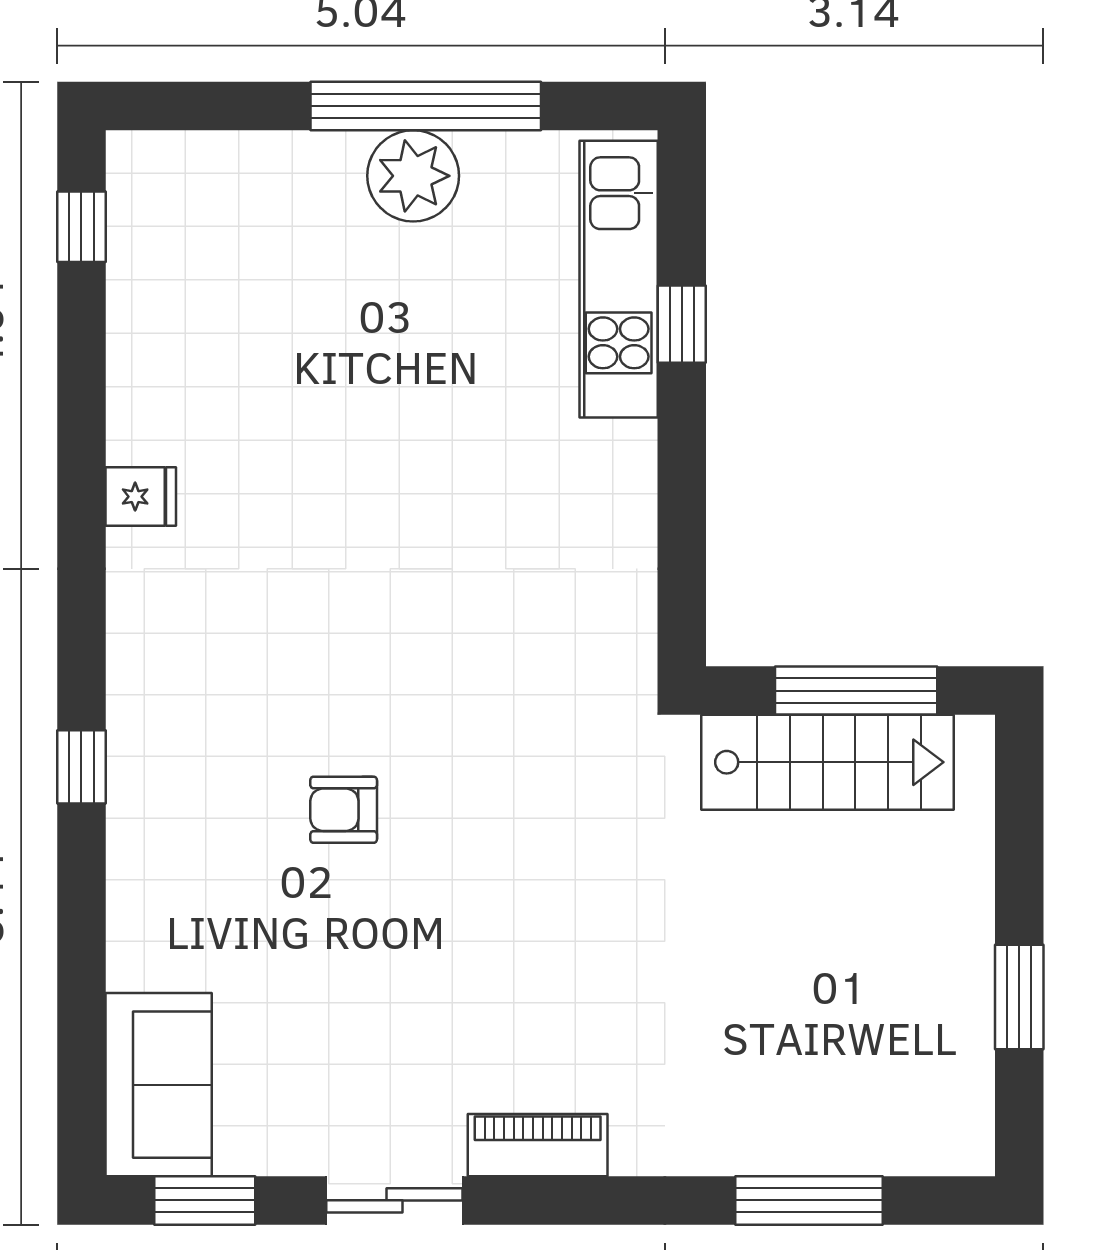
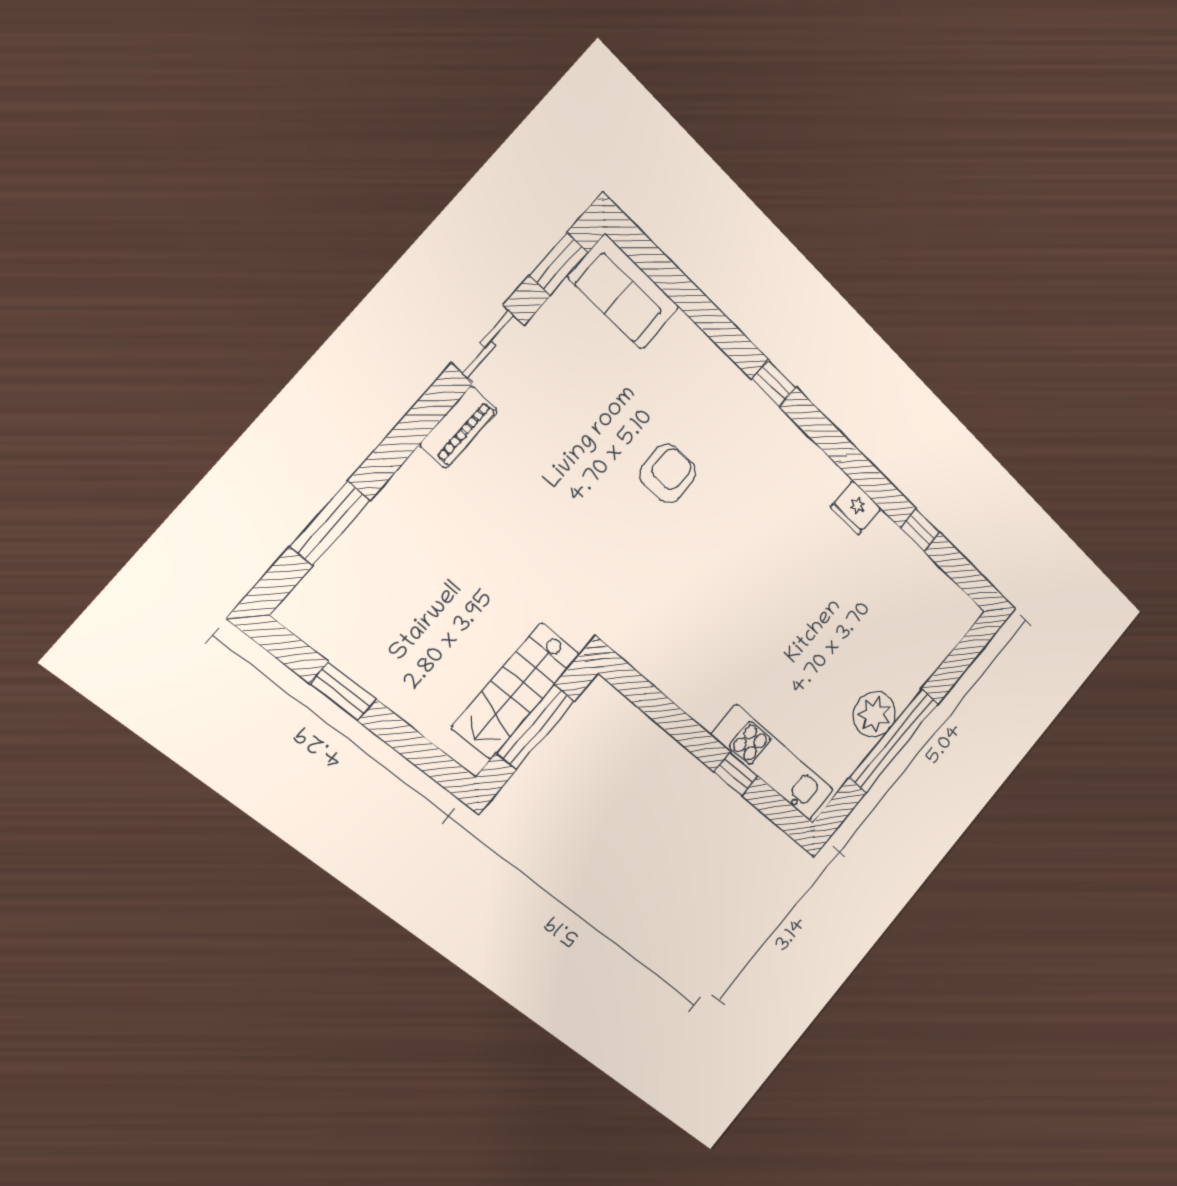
window: (81, 227) -> (920, 530), moved
fridge: (141, 497) -> (856, 508), width x1.38
armchair: (344, 810) -> (668, 473), width x1.38, depth x1.38

